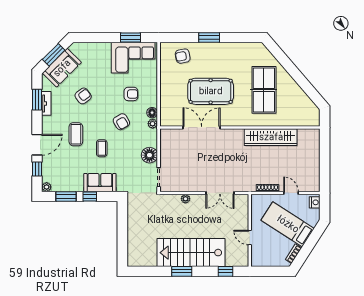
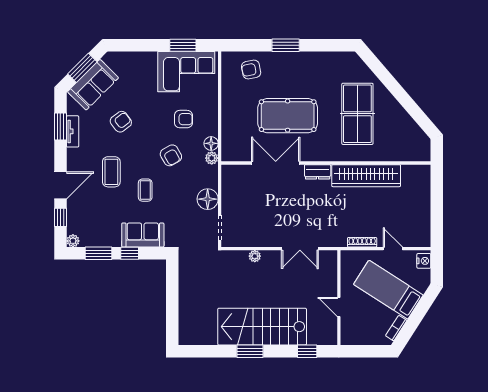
dresser: (233, 134) -> (318, 172), added

